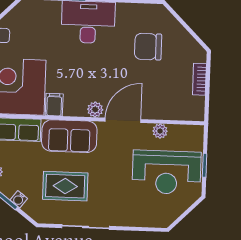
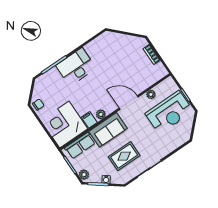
chair: (148, 47) -> (114, 57), removed
plant: (95, 109) -> (101, 114), moved
door: (123, 120) -> (129, 103), hinge flipped

